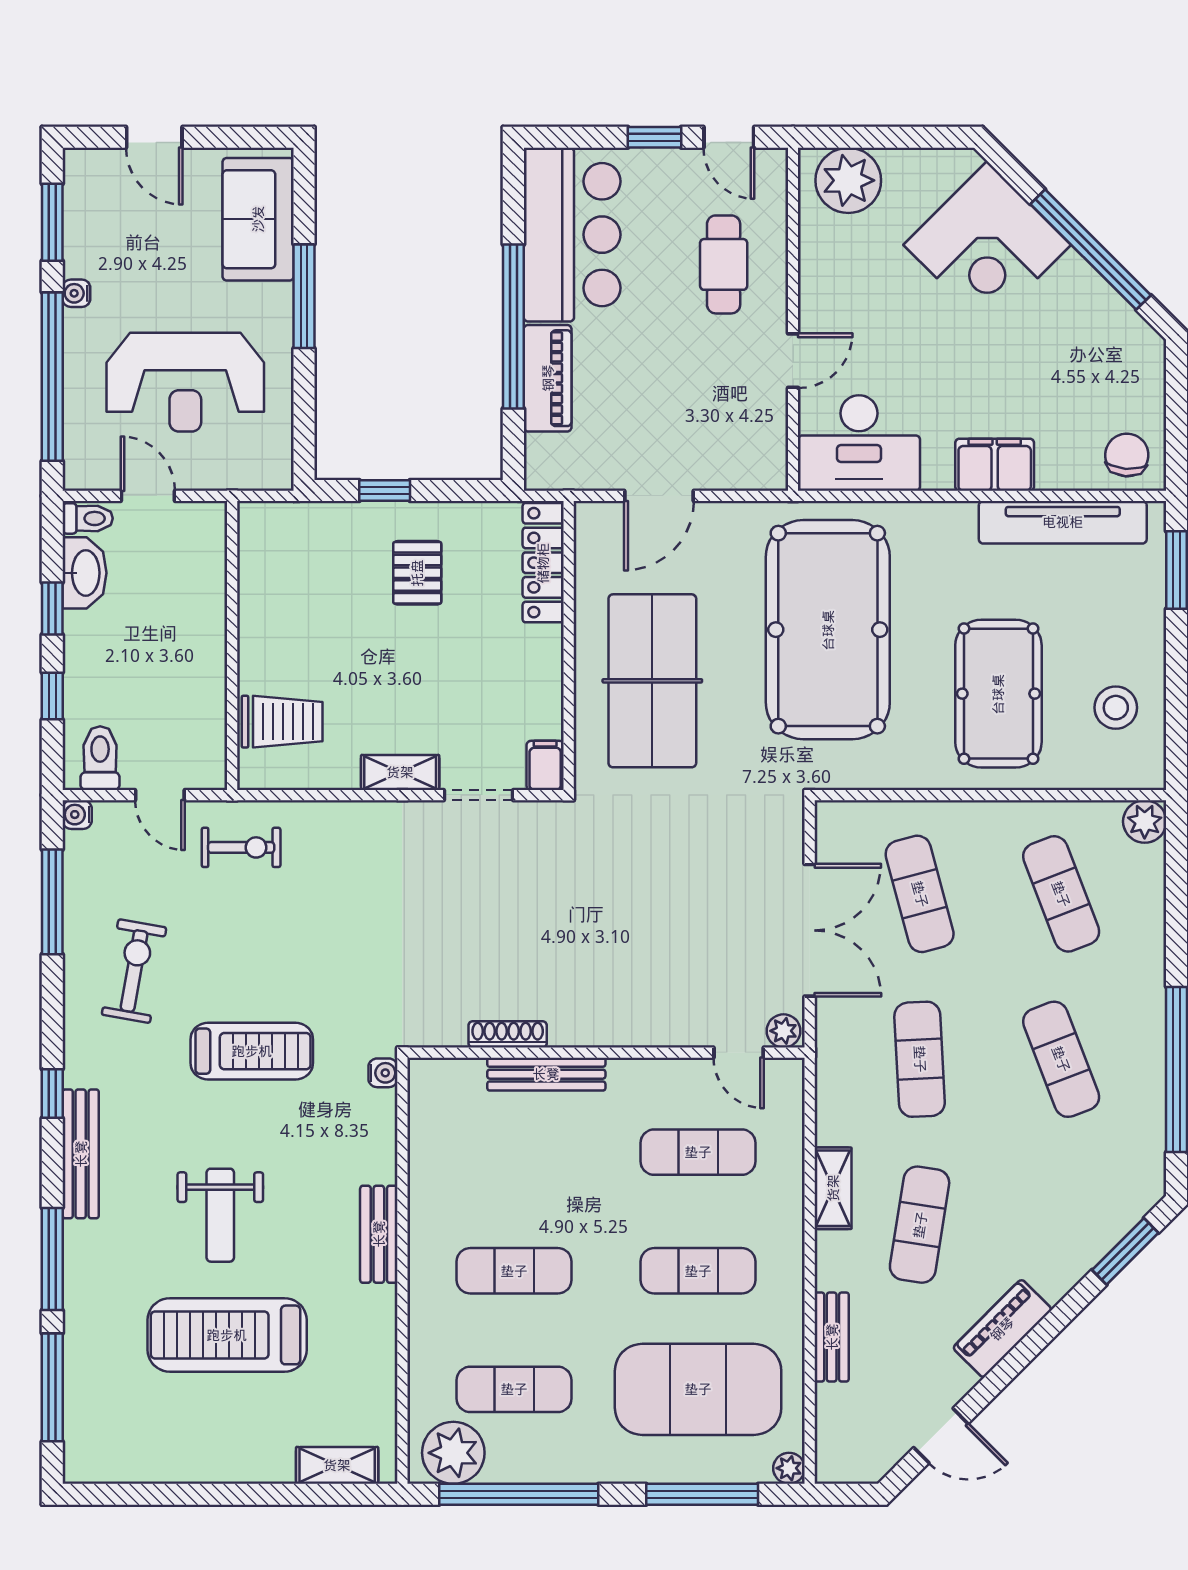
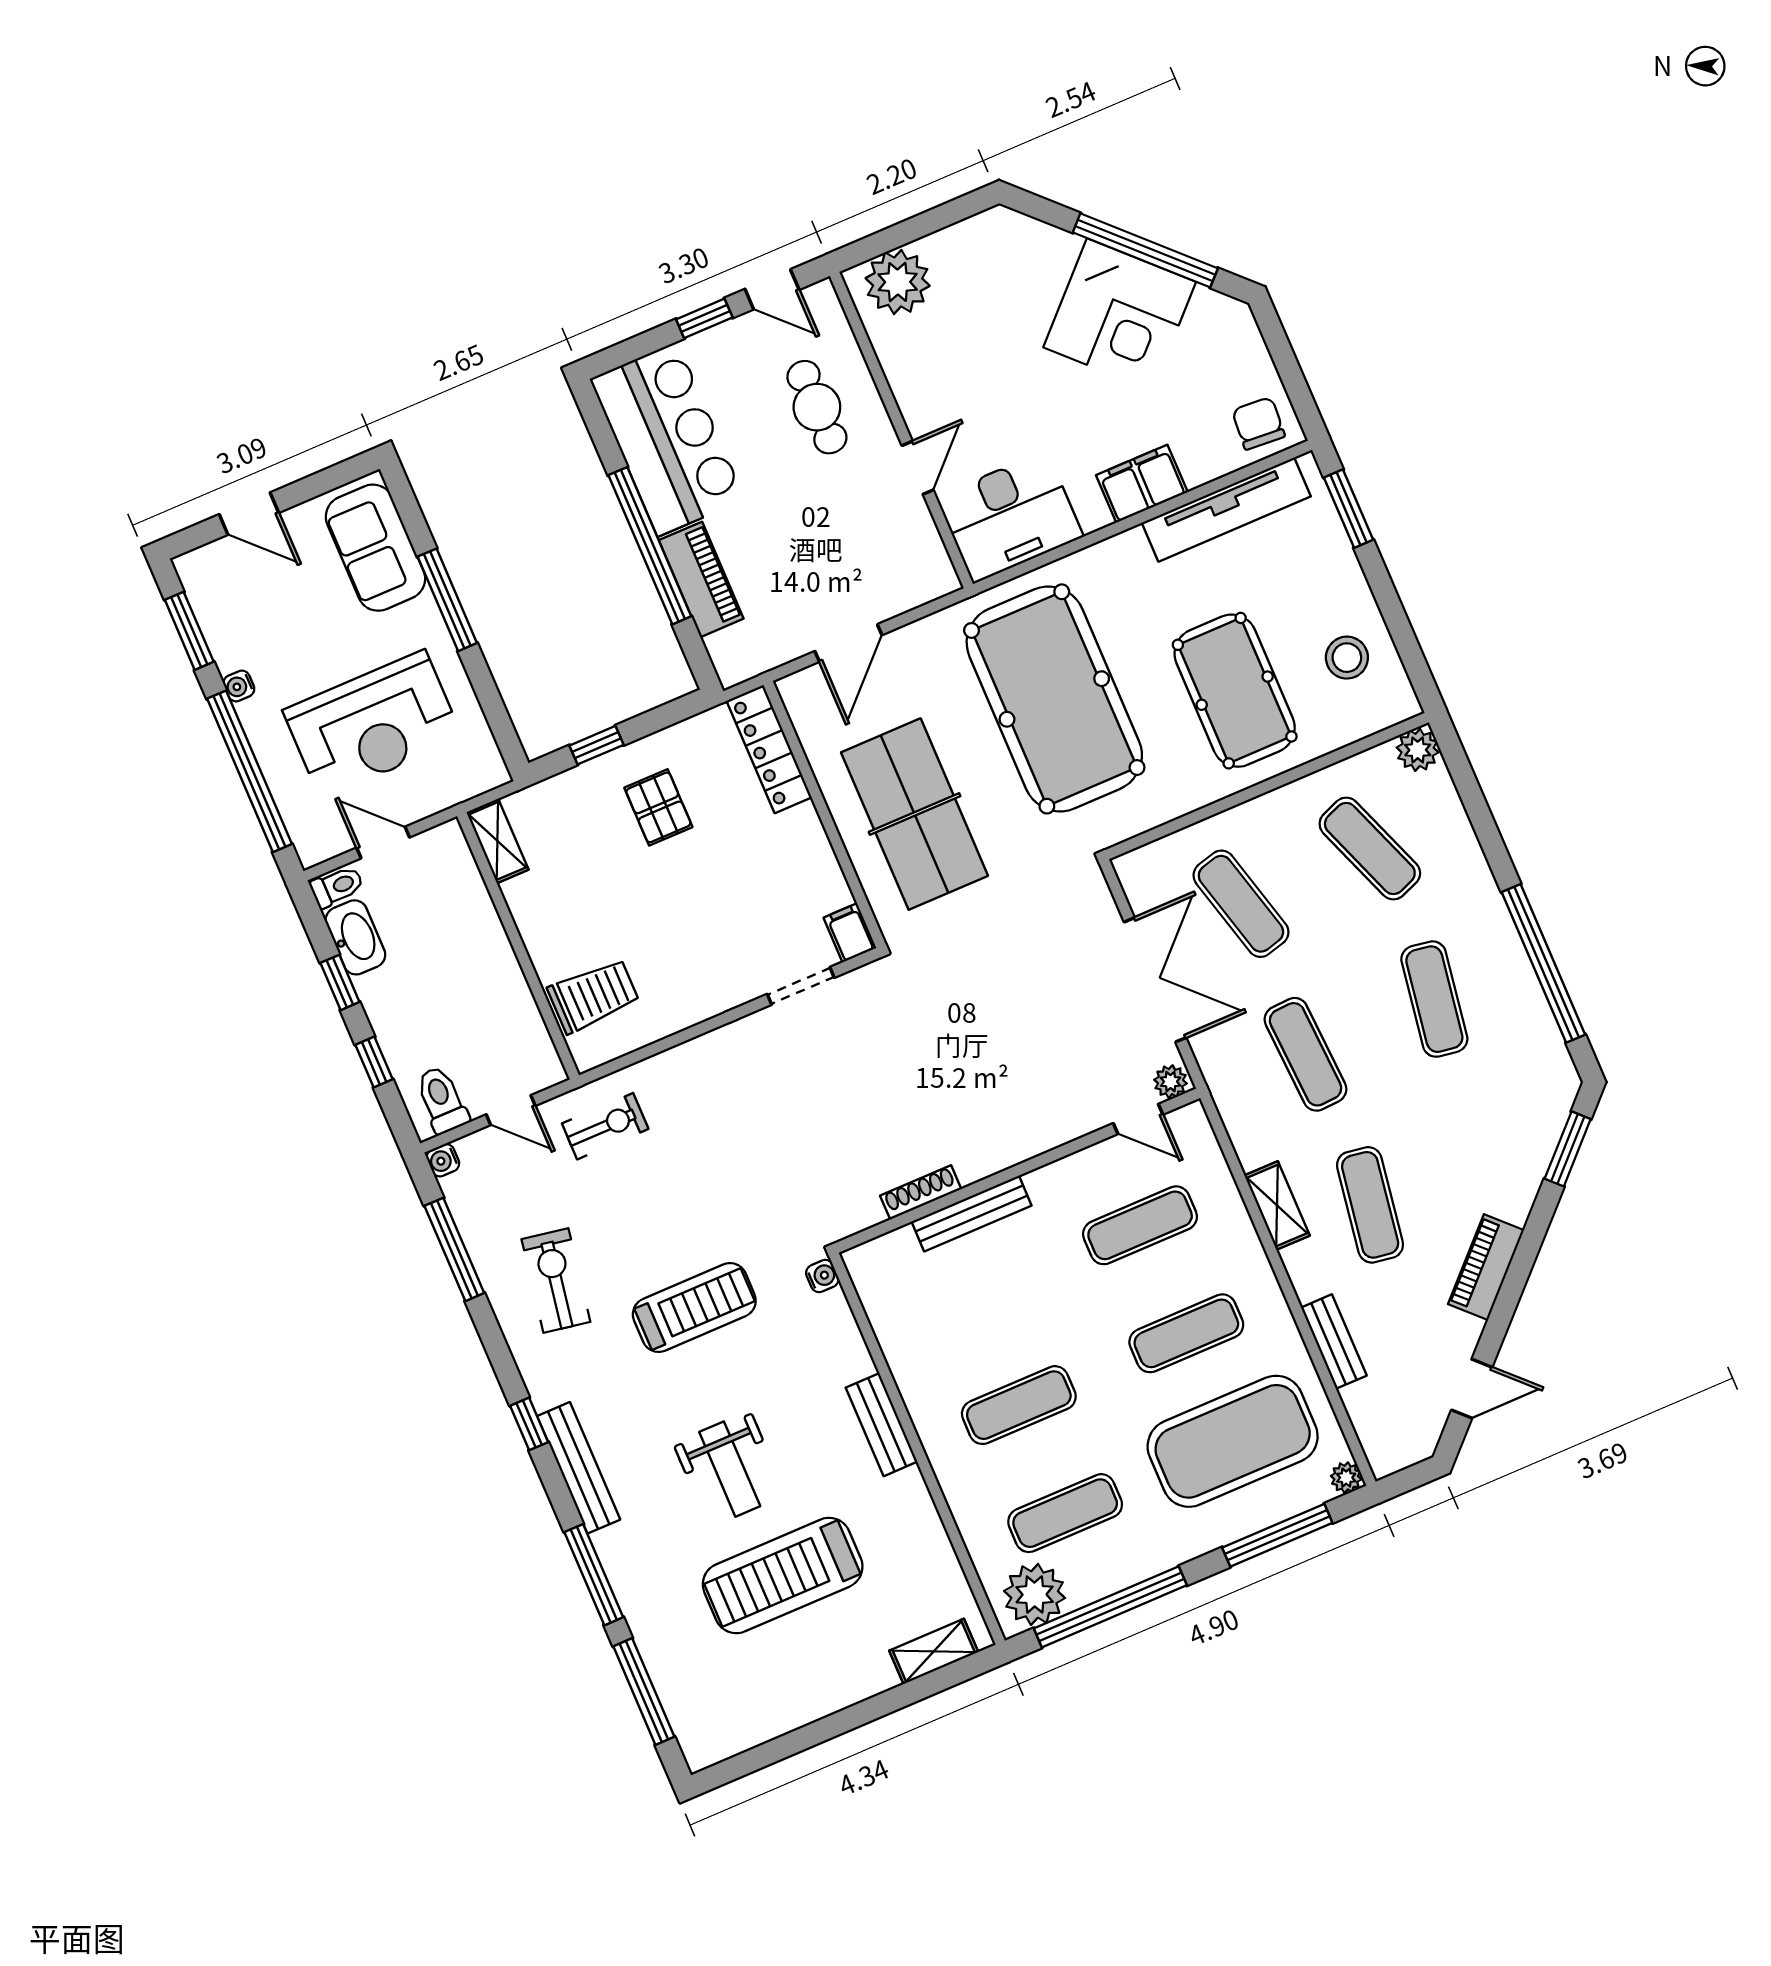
corner desk: (987, 245) -> (1120, 315), moved
shelving: (400, 772) -> (497, 841), moved, turned 90
exercise mat: (1061, 1059) -> (1434, 999), turned 30

